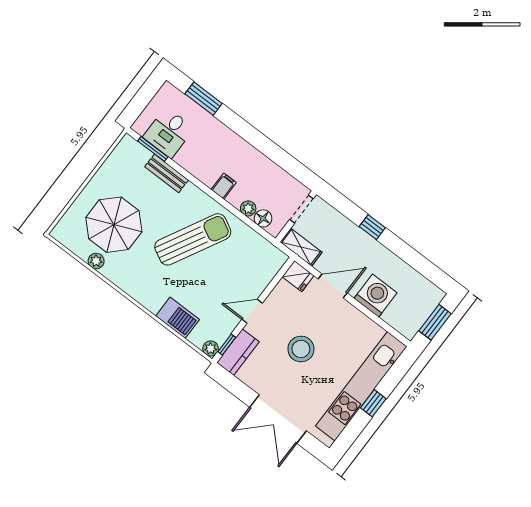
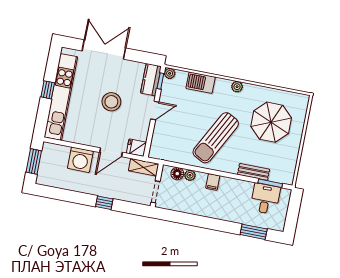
plant: (96, 261) -> (237, 87), moved

